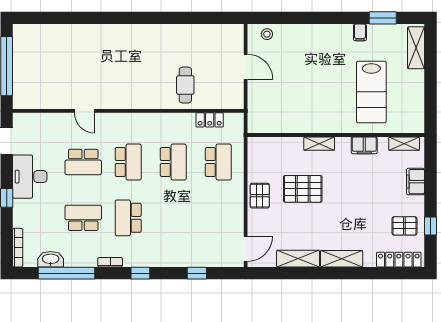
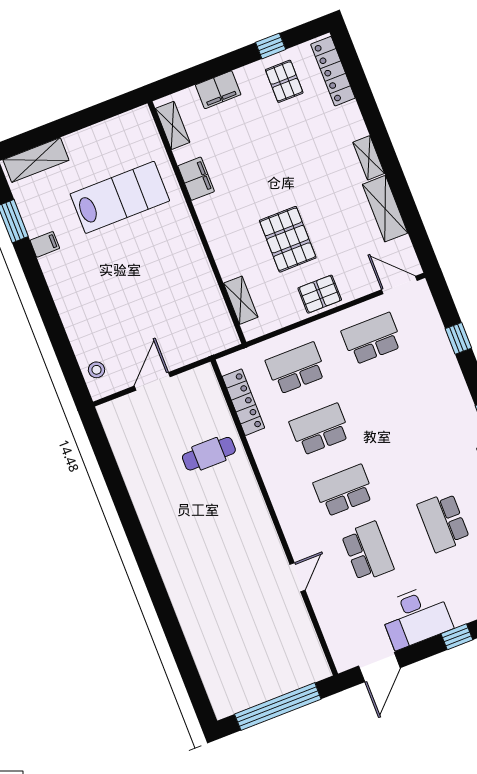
locker: (210, 120) -> (243, 402), width x1.53
shelving: (319, 144) -> (241, 300), moved
school desk: (128, 218) -> (372, 339), moved, turned 180
shelving: (342, 259) -> (369, 158), width x0.67, depth x0.75

